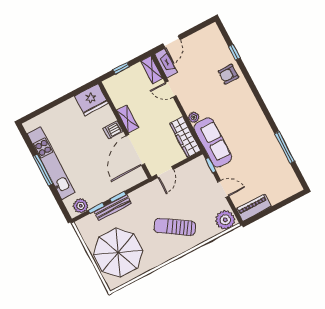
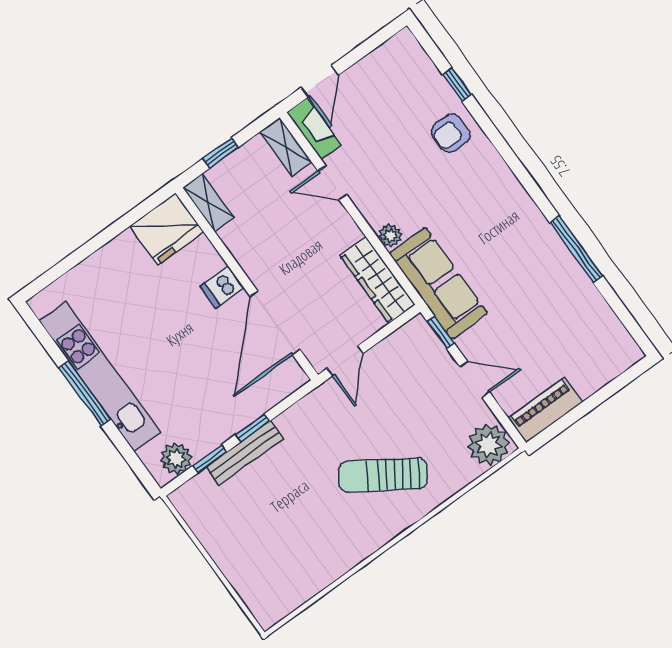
shelving: (128, 119) -> (208, 202), moved
window: (285, 147) -> (576, 249), moved
parasol: (118, 253) -> (270, 547), removed

